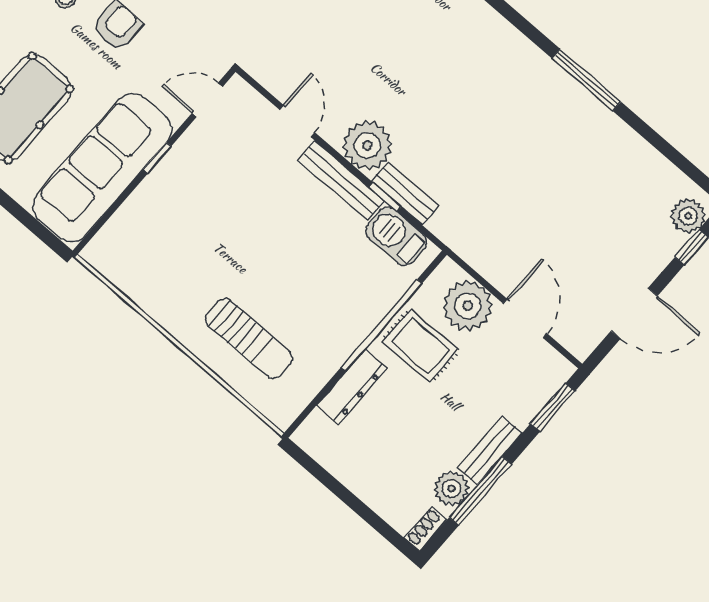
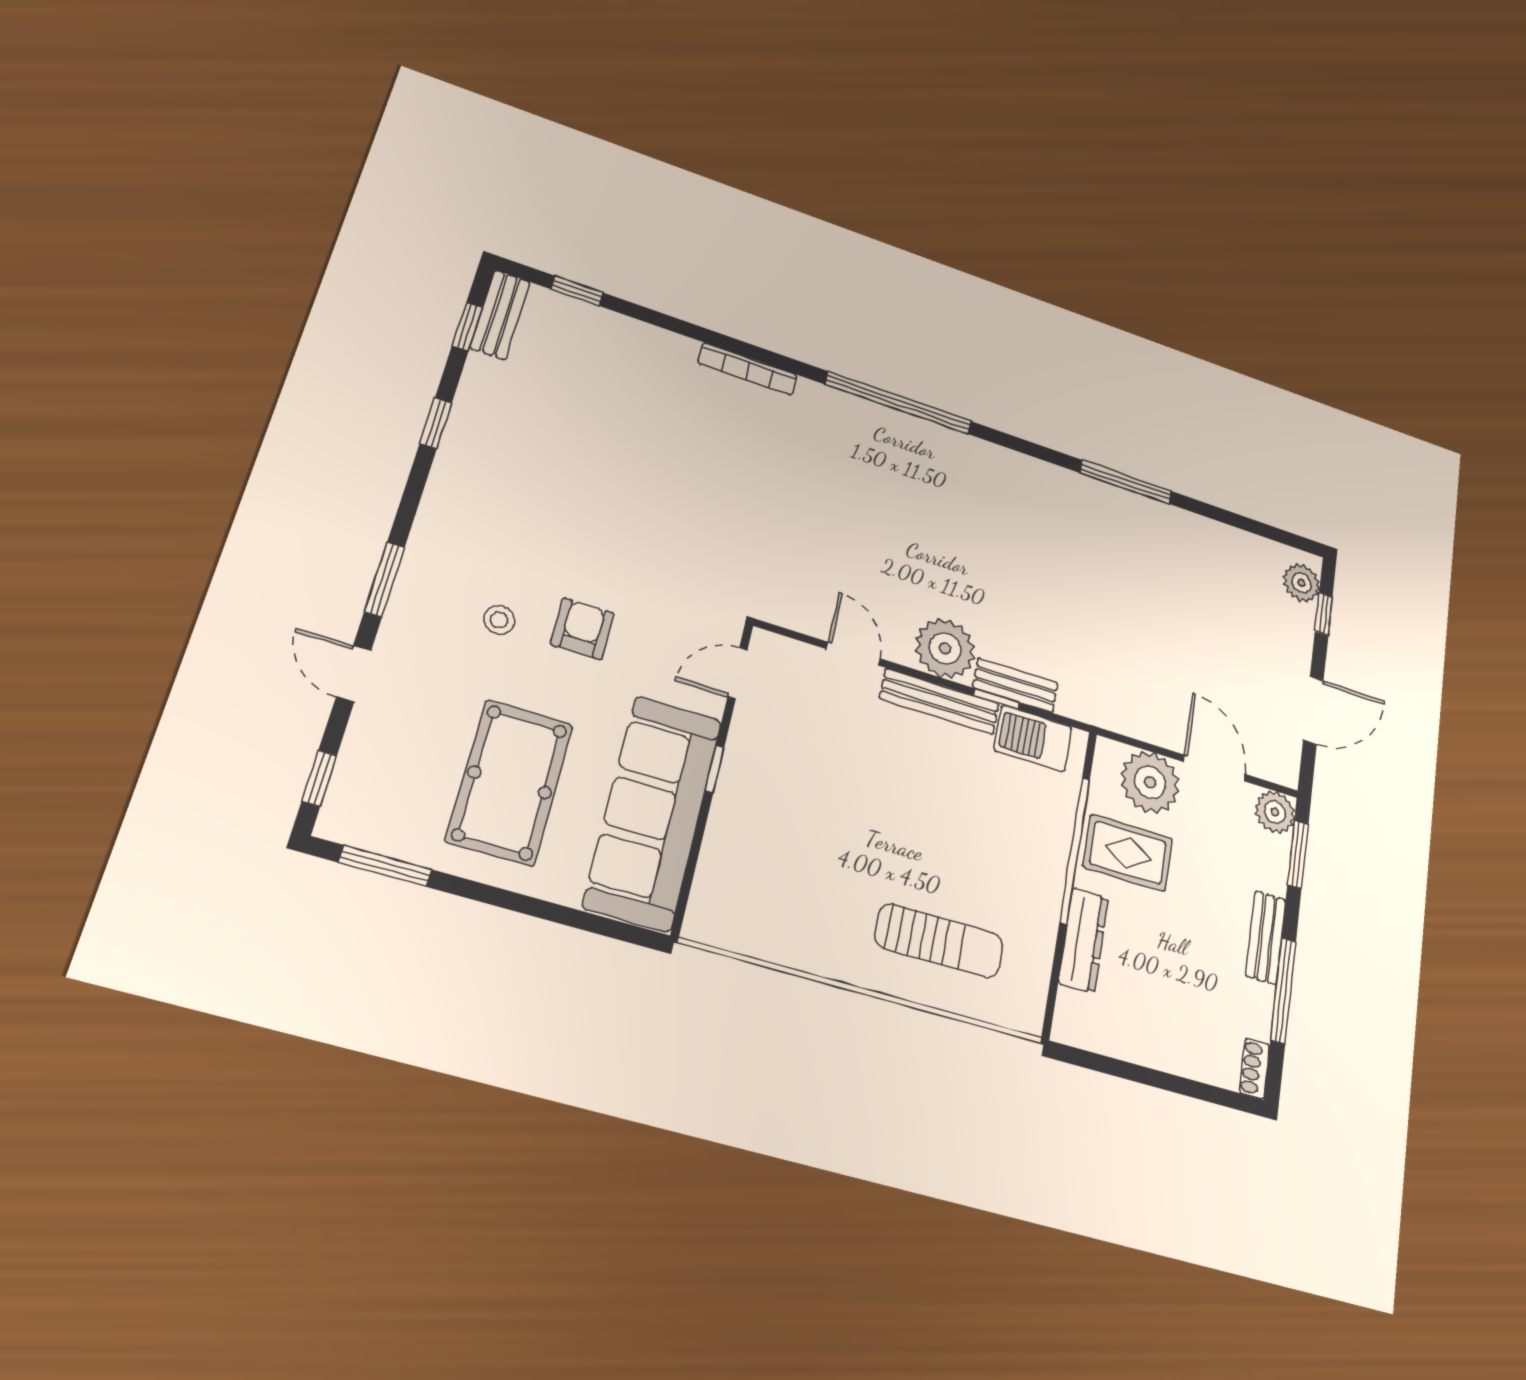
plant: (451, 489) -> (1275, 812), moved

